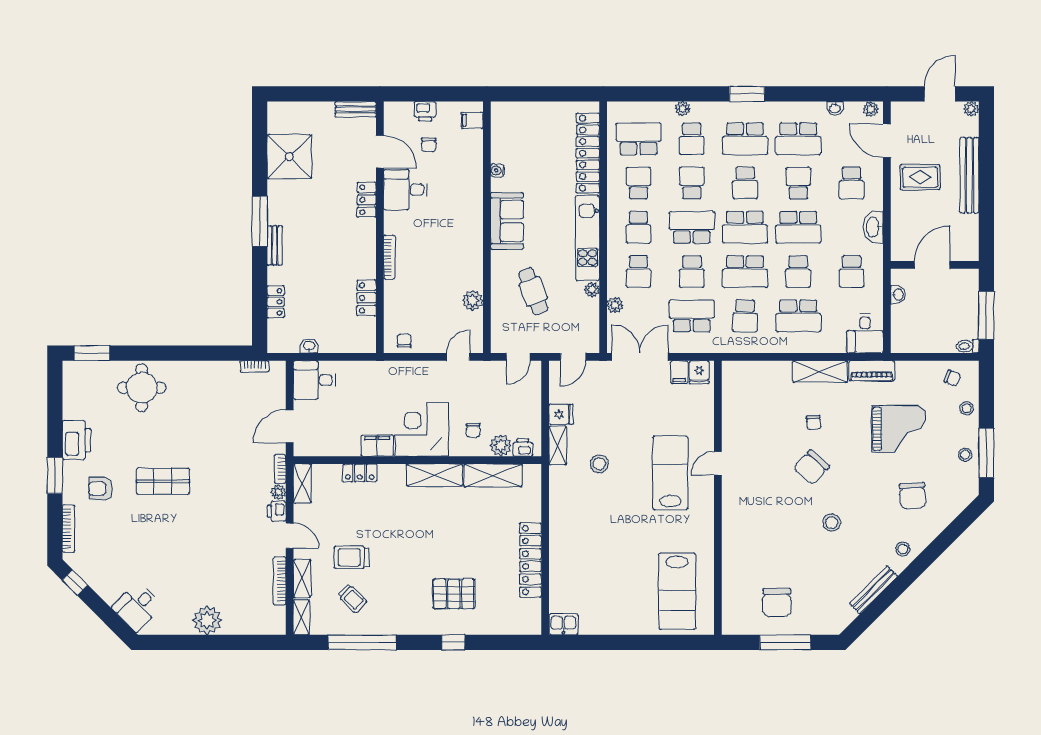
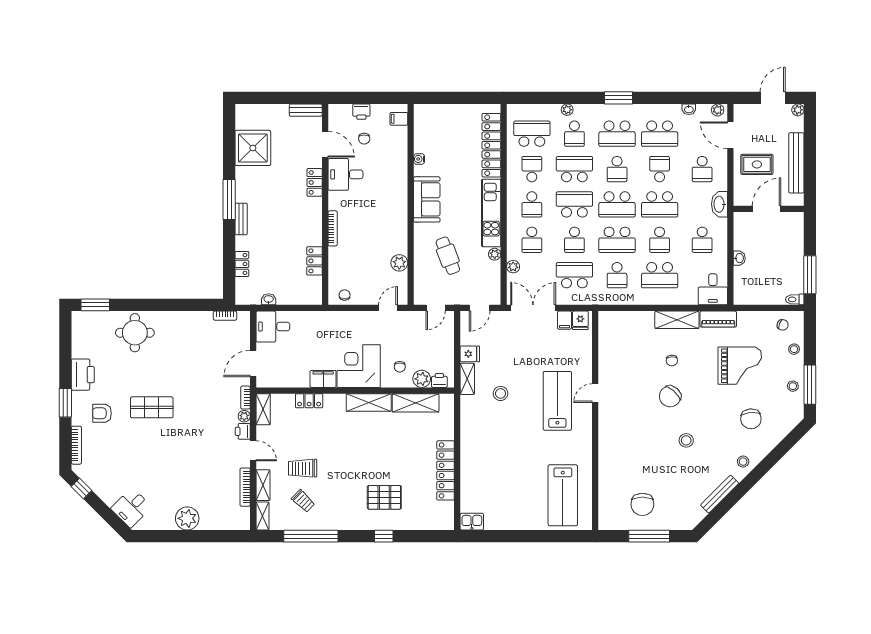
school desk: (692, 183) -> (574, 169), width x1.85
door: (932, 265) -> (767, 209), moved
wall: (935, 265) -> (769, 209), moved

